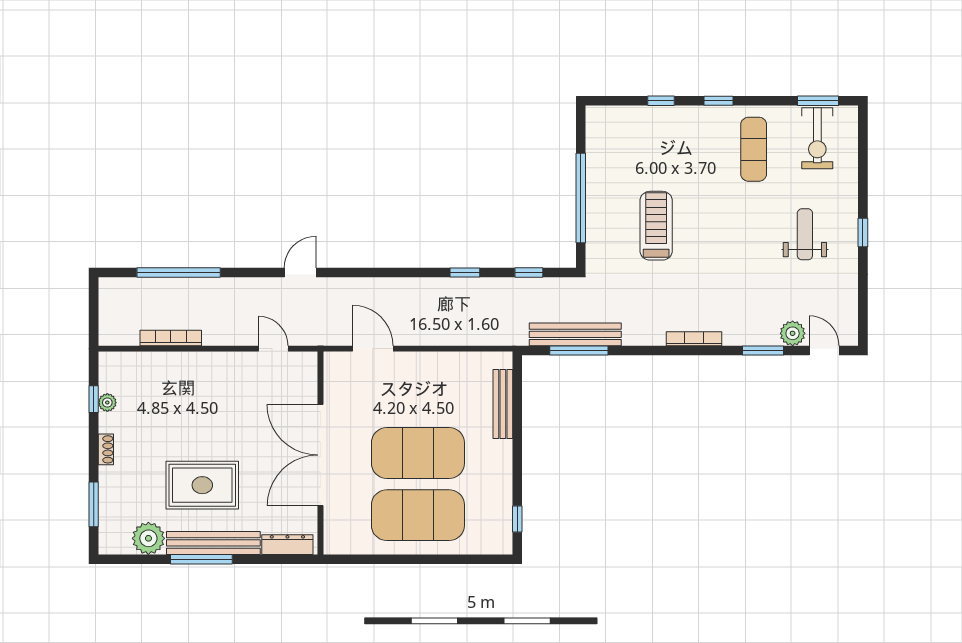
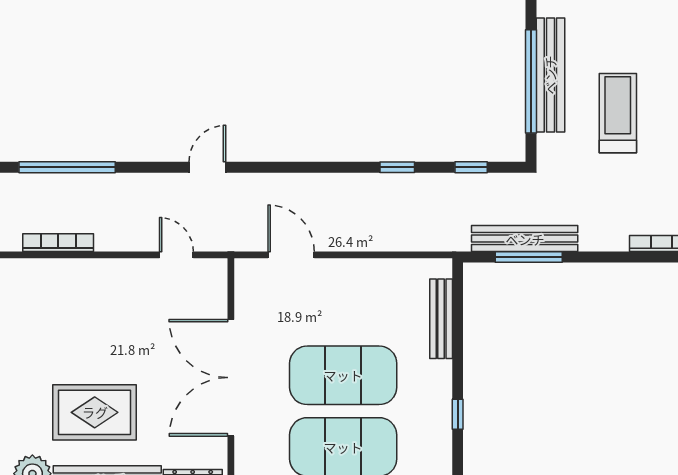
bench: (598, 193) -> (550, 75), added
window: (517, 519) -> (458, 414), moved

